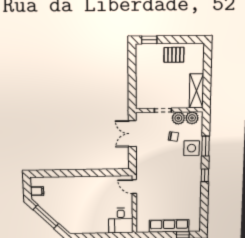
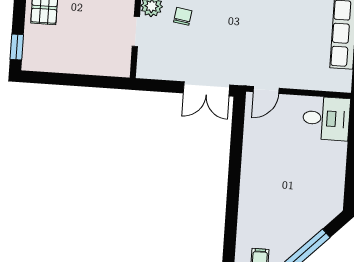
double door: (132, 134) -> (206, 89), moved

